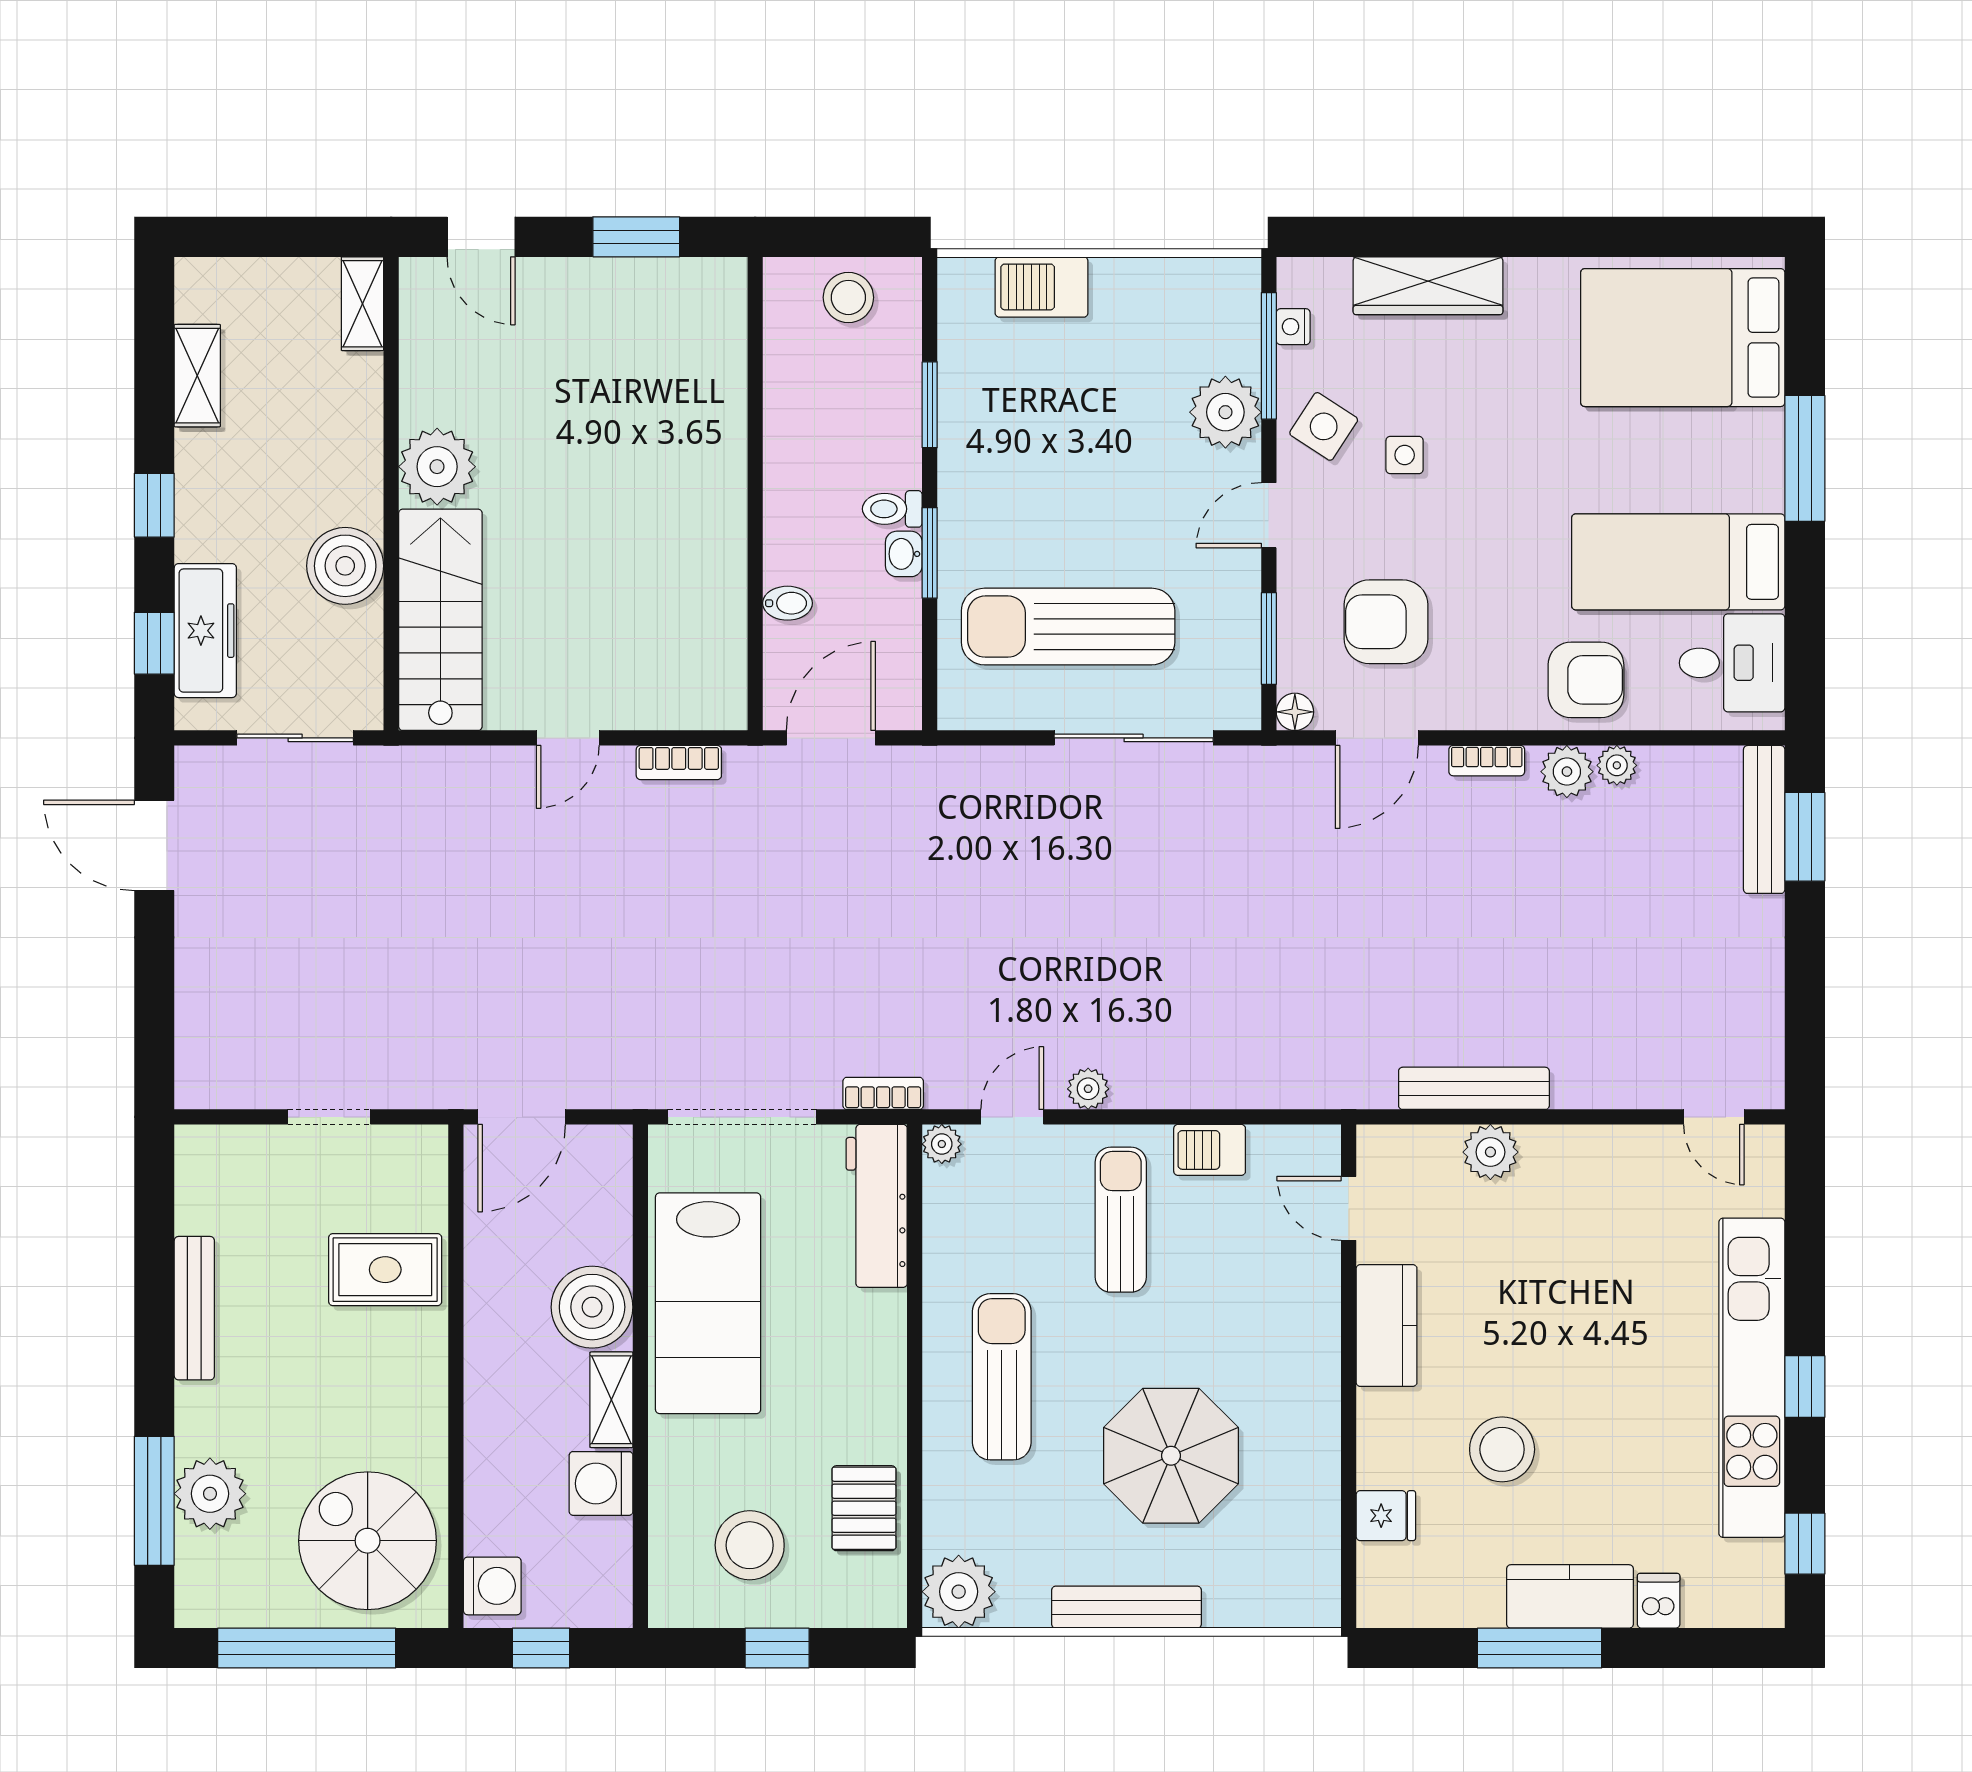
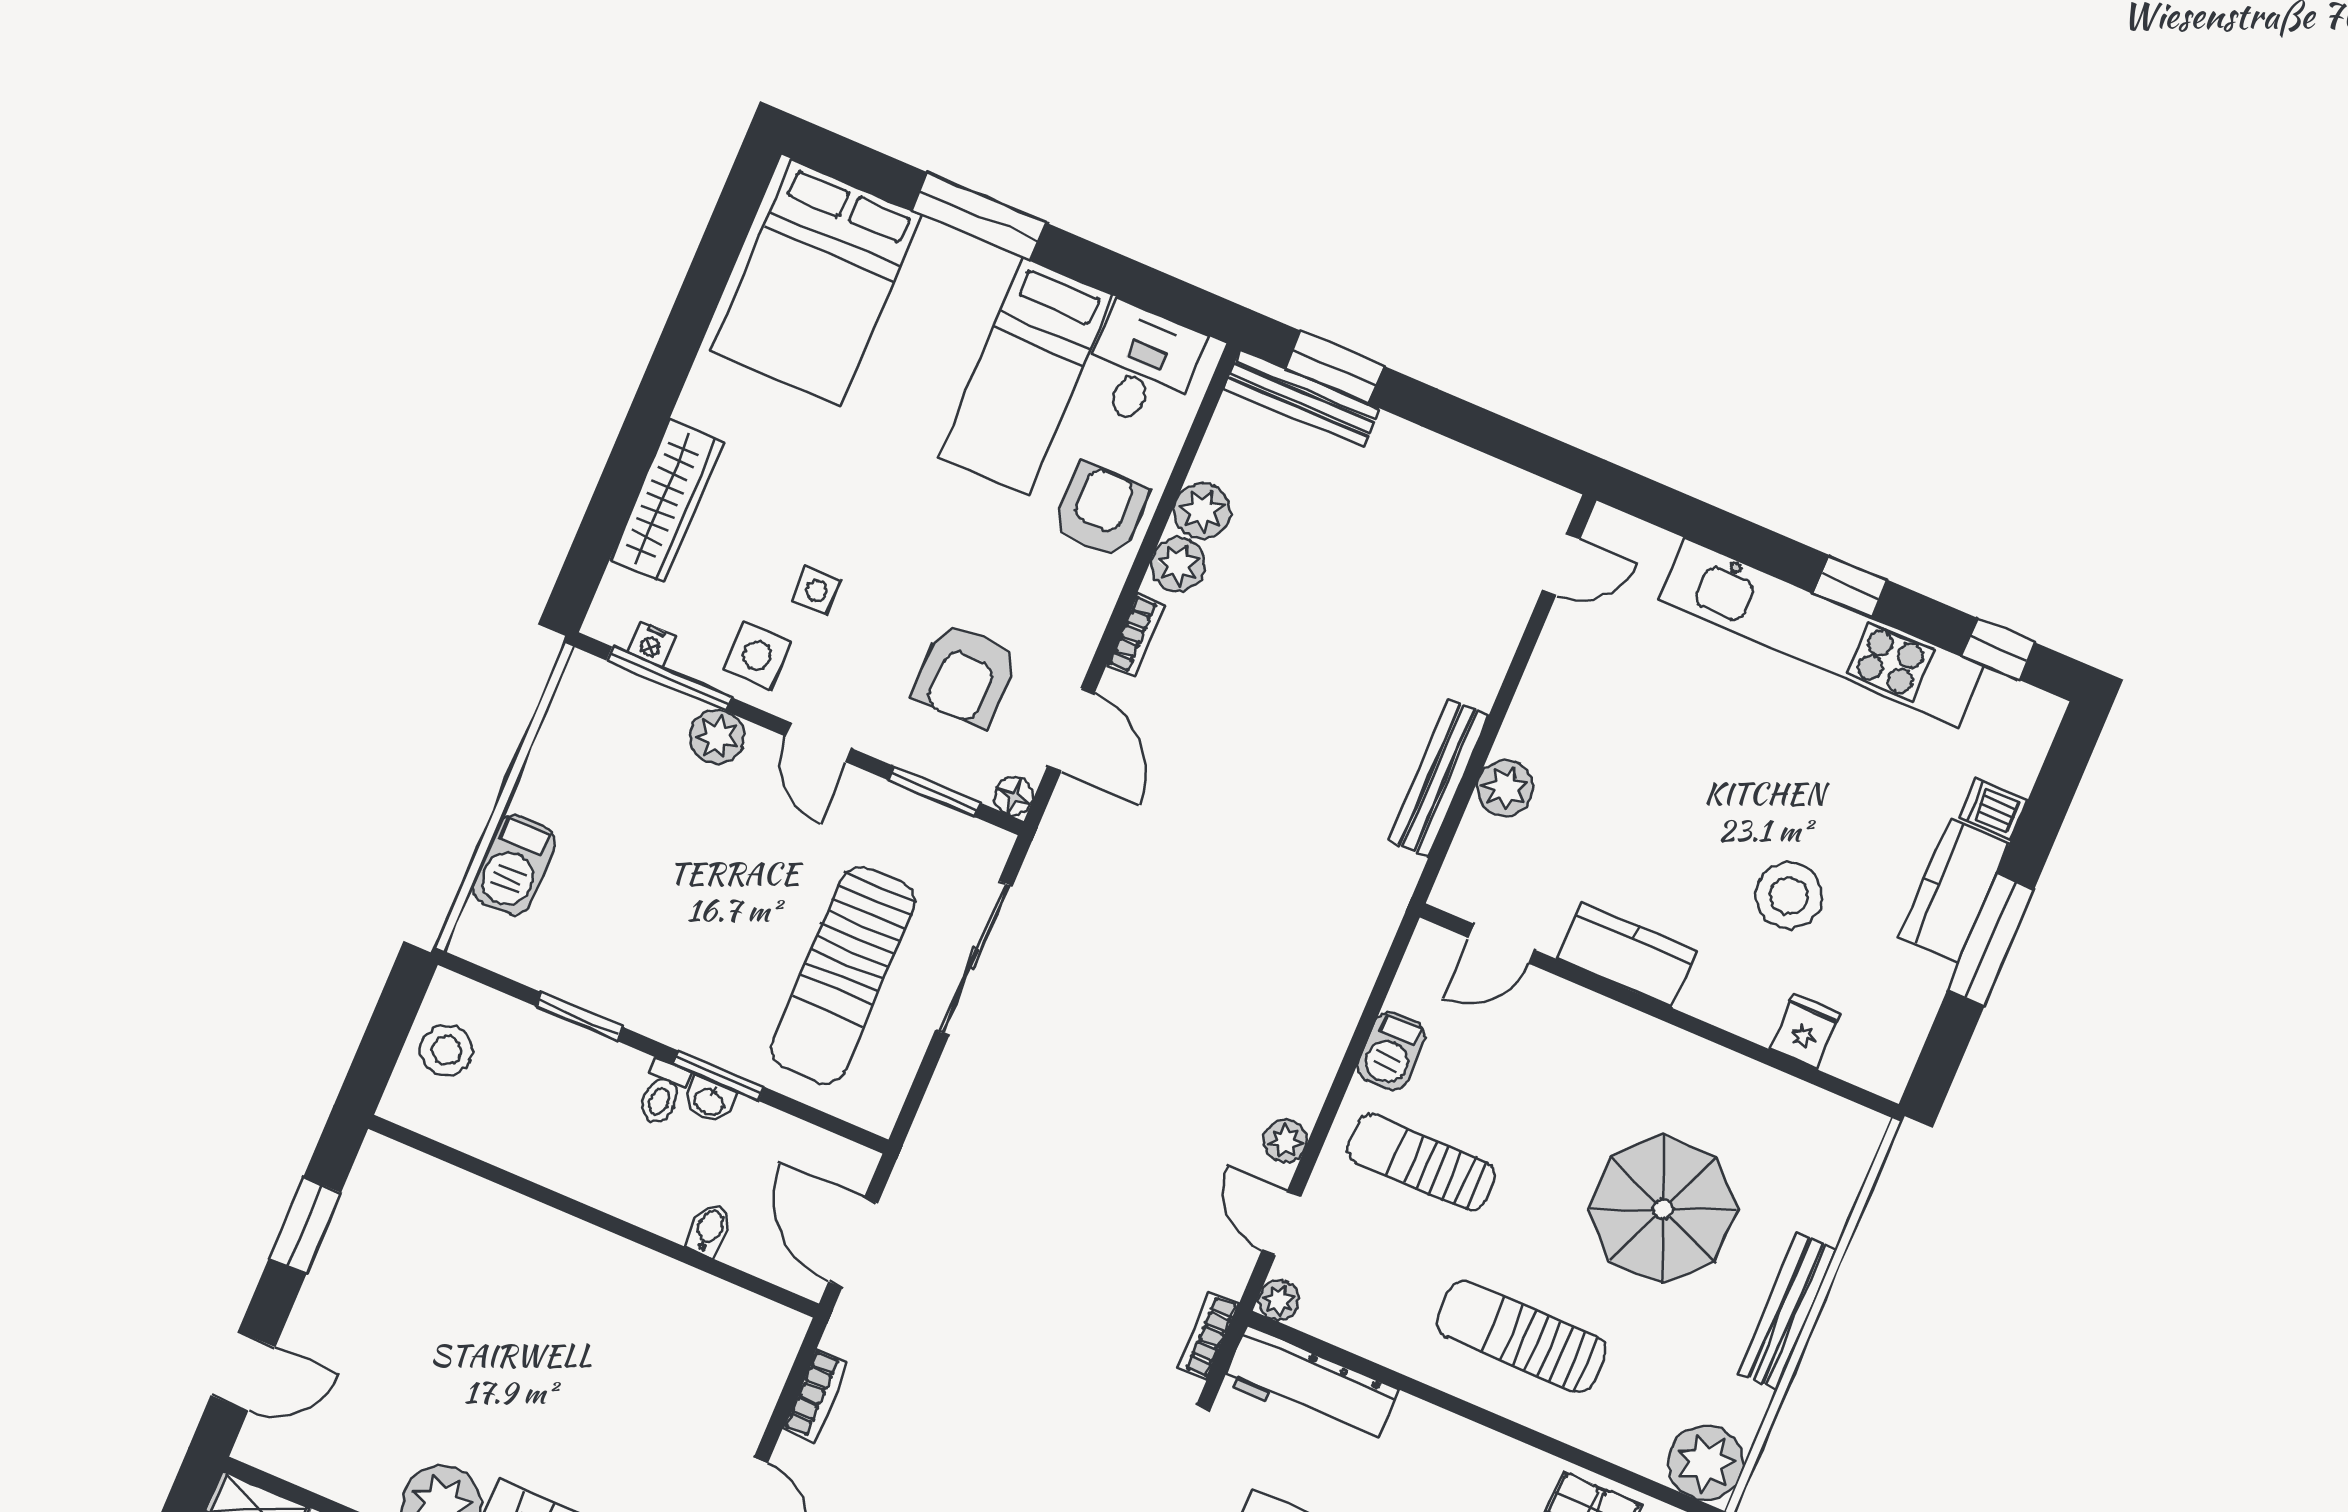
plant: (1225, 412) -> (717, 737), width x0.73, depth x0.73
side table: (1324, 426) -> (757, 655), turned -33
plant: (1617, 765) -> (1202, 511), width x1.38, depth x1.38

